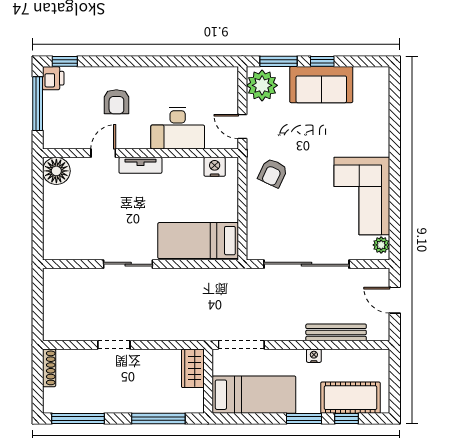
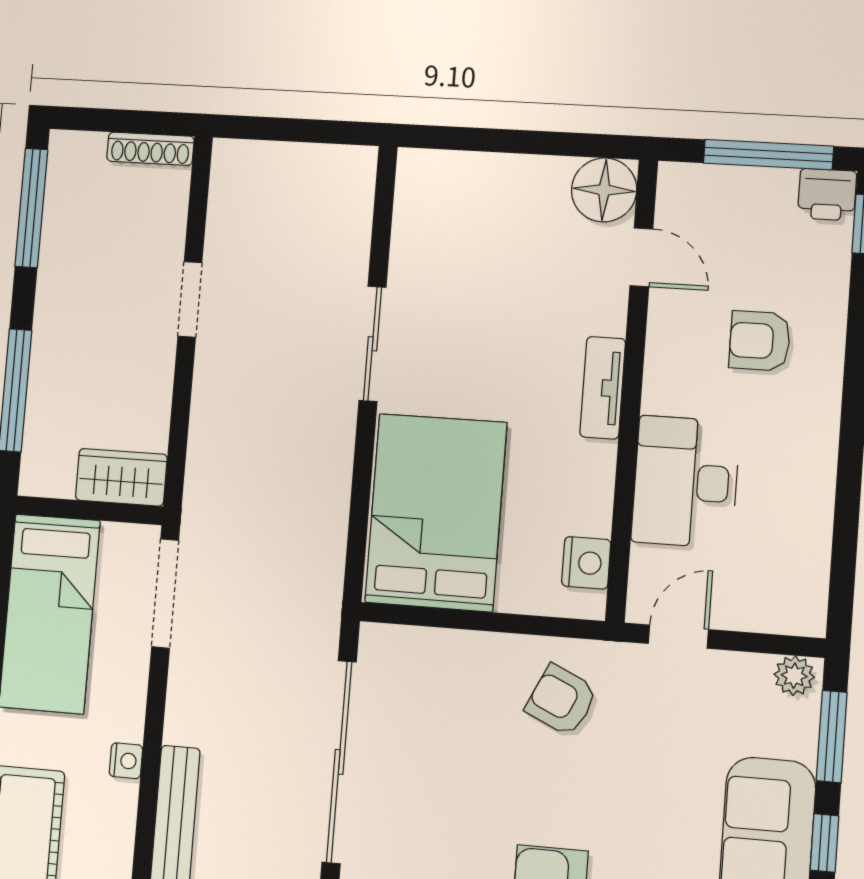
plant: (262, 85) -> (794, 676), width x0.53, depth x0.53
door: (103, 153) -> (641, 257), moved
bed: (198, 241) -> (436, 512), width x1.50

